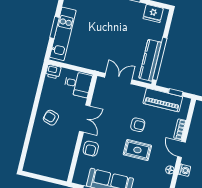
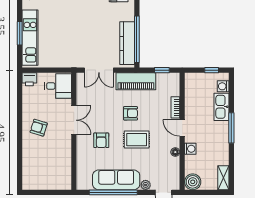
double door: (118, 79) -> (99, 70), swing flipped
piano: (163, 100) -> (136, 81), moved
armchair: (91, 149) -> (101, 140), moved

